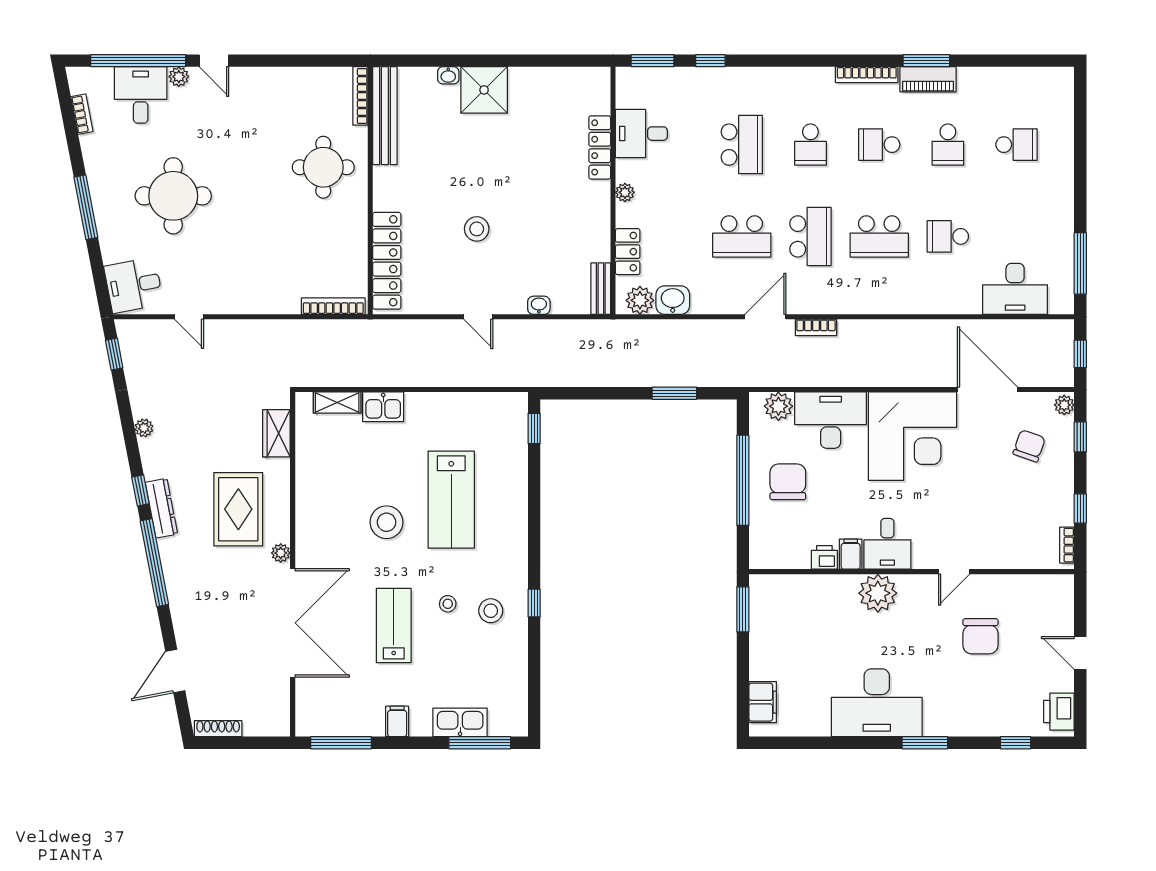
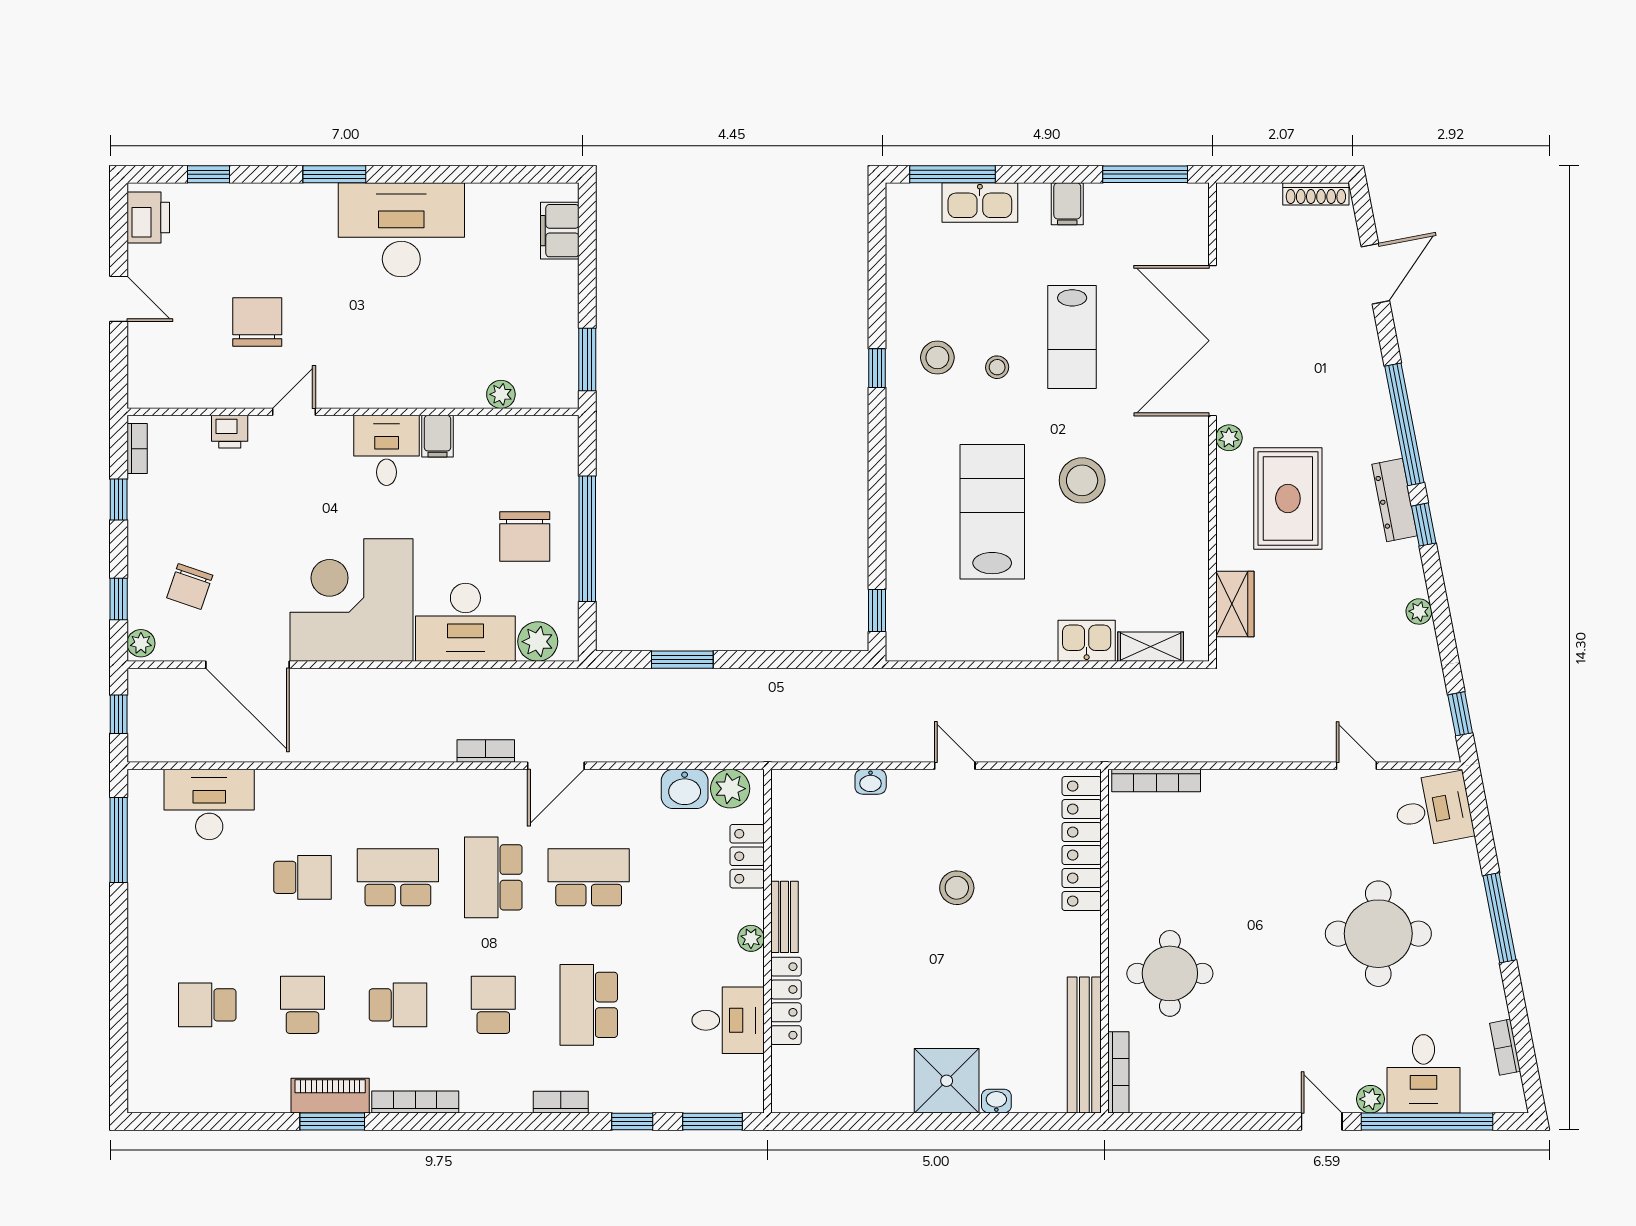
bookcase: (762, 75) -> (561, 1102), added
bench: (601, 289) -> (785, 917), moved
printer: (824, 557) -> (230, 432), moved
plant: (878, 593) -> (501, 394), moved, width x0.53, depth x0.53

